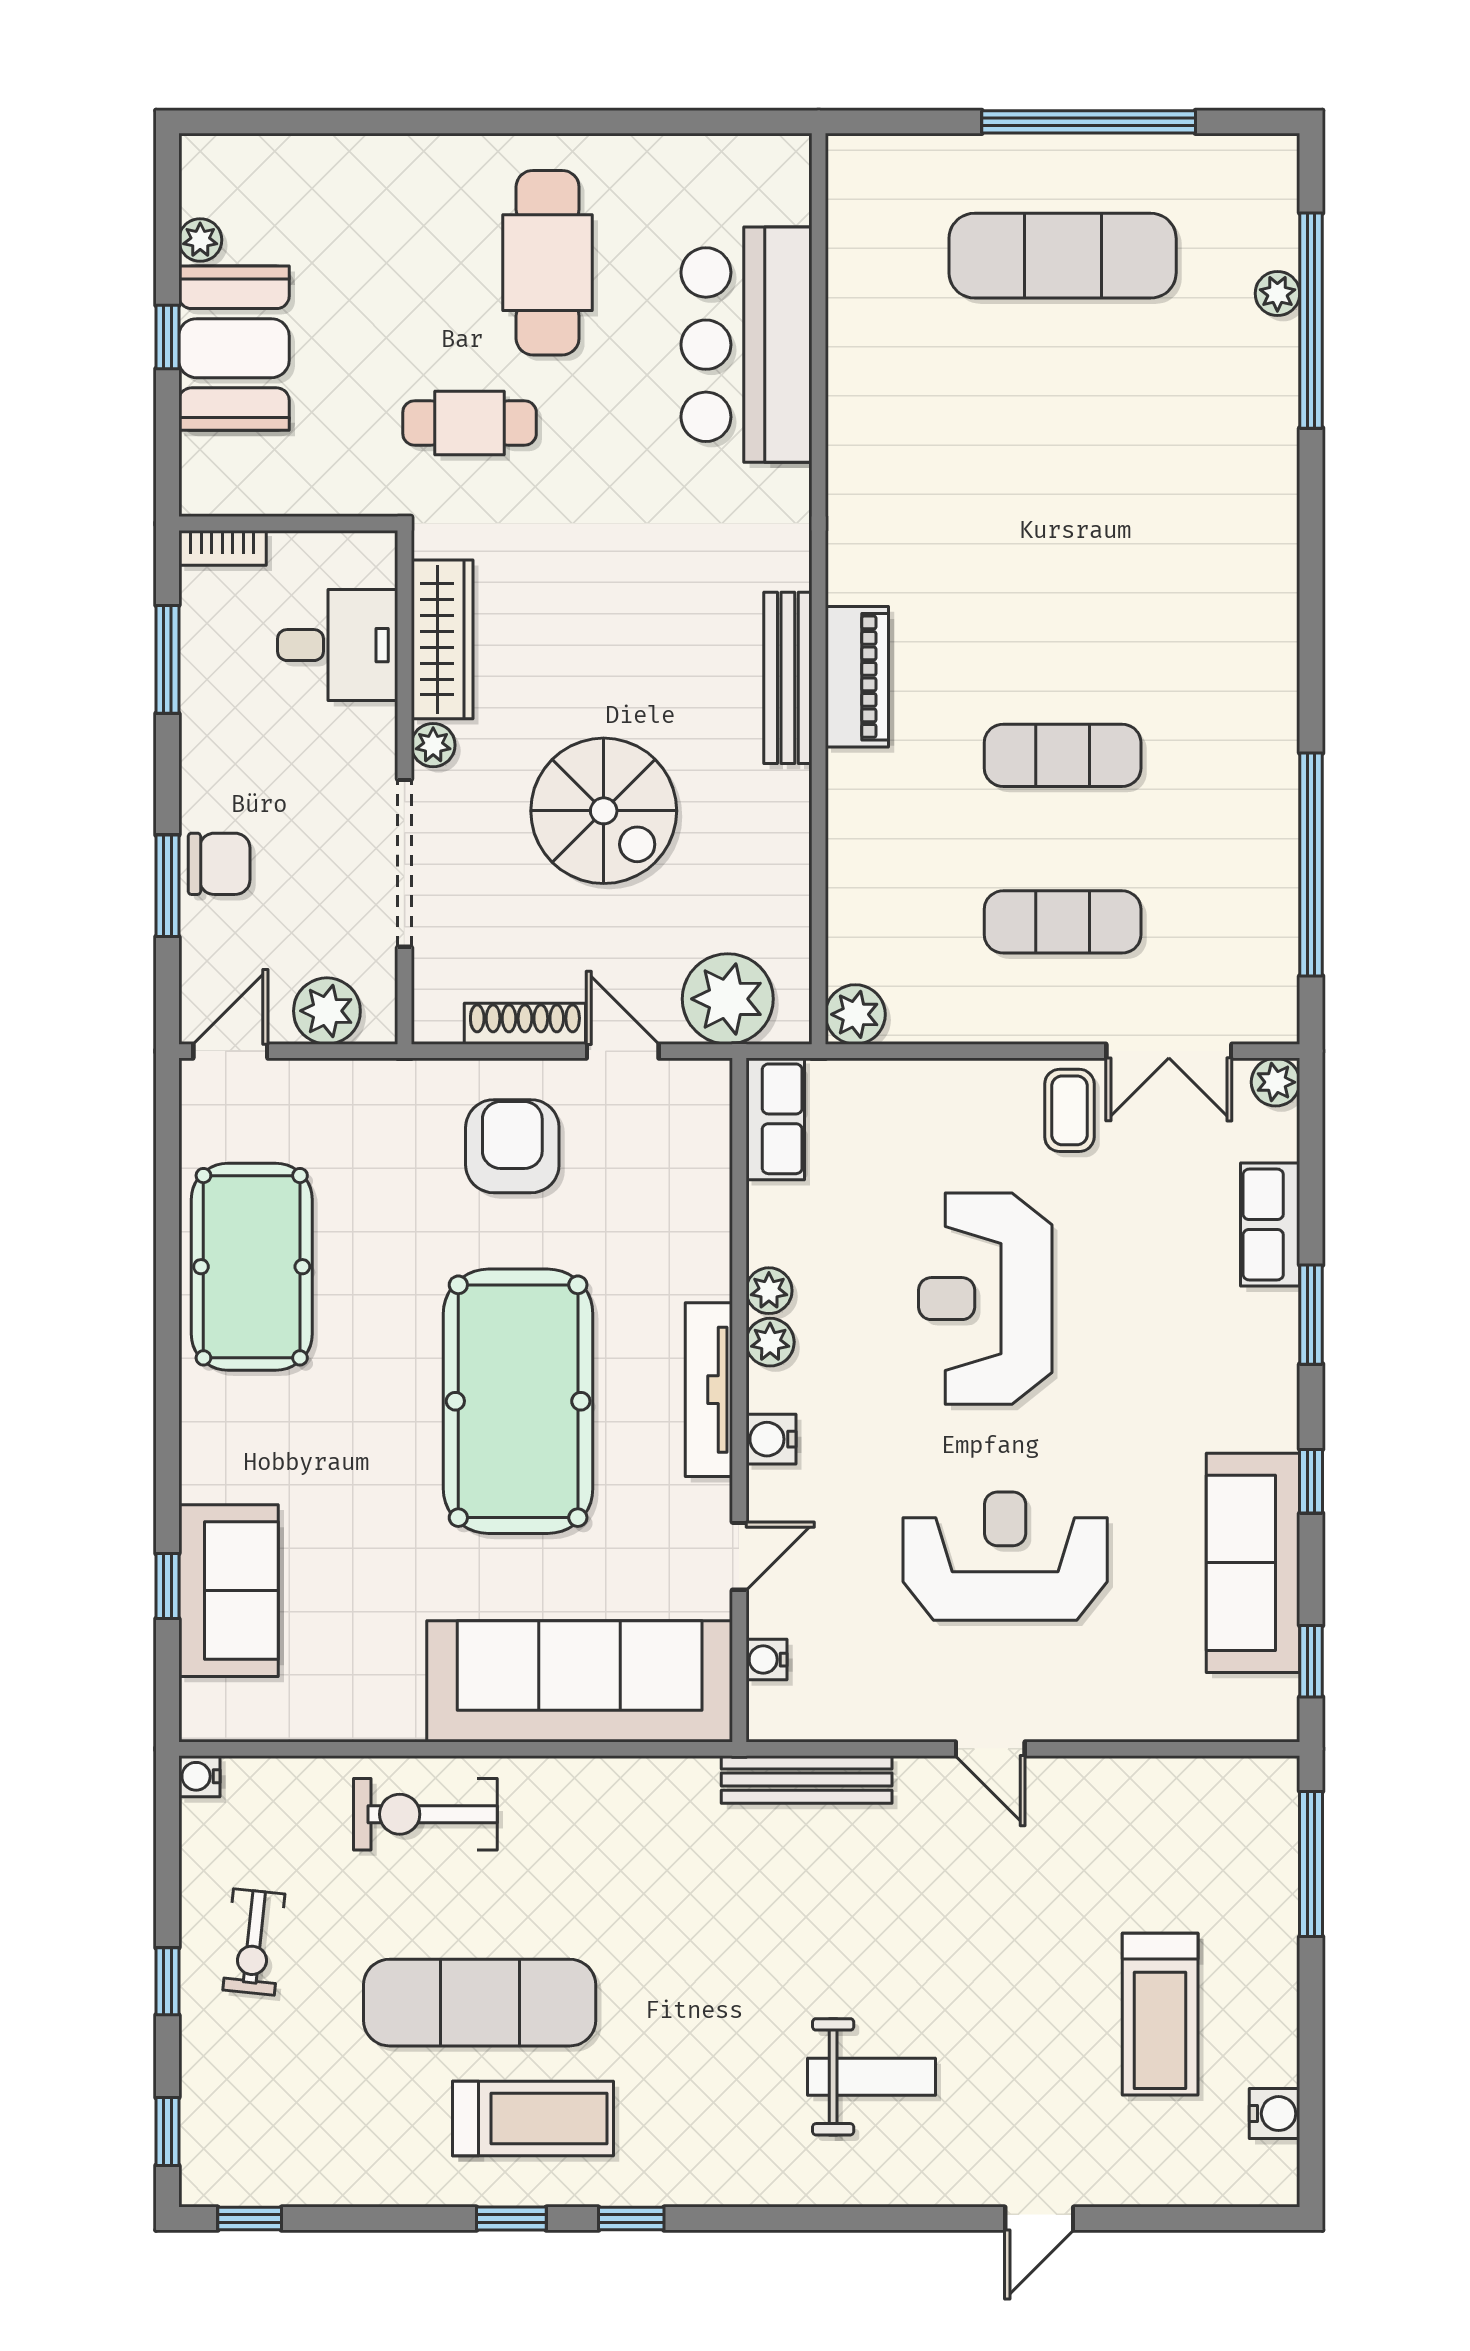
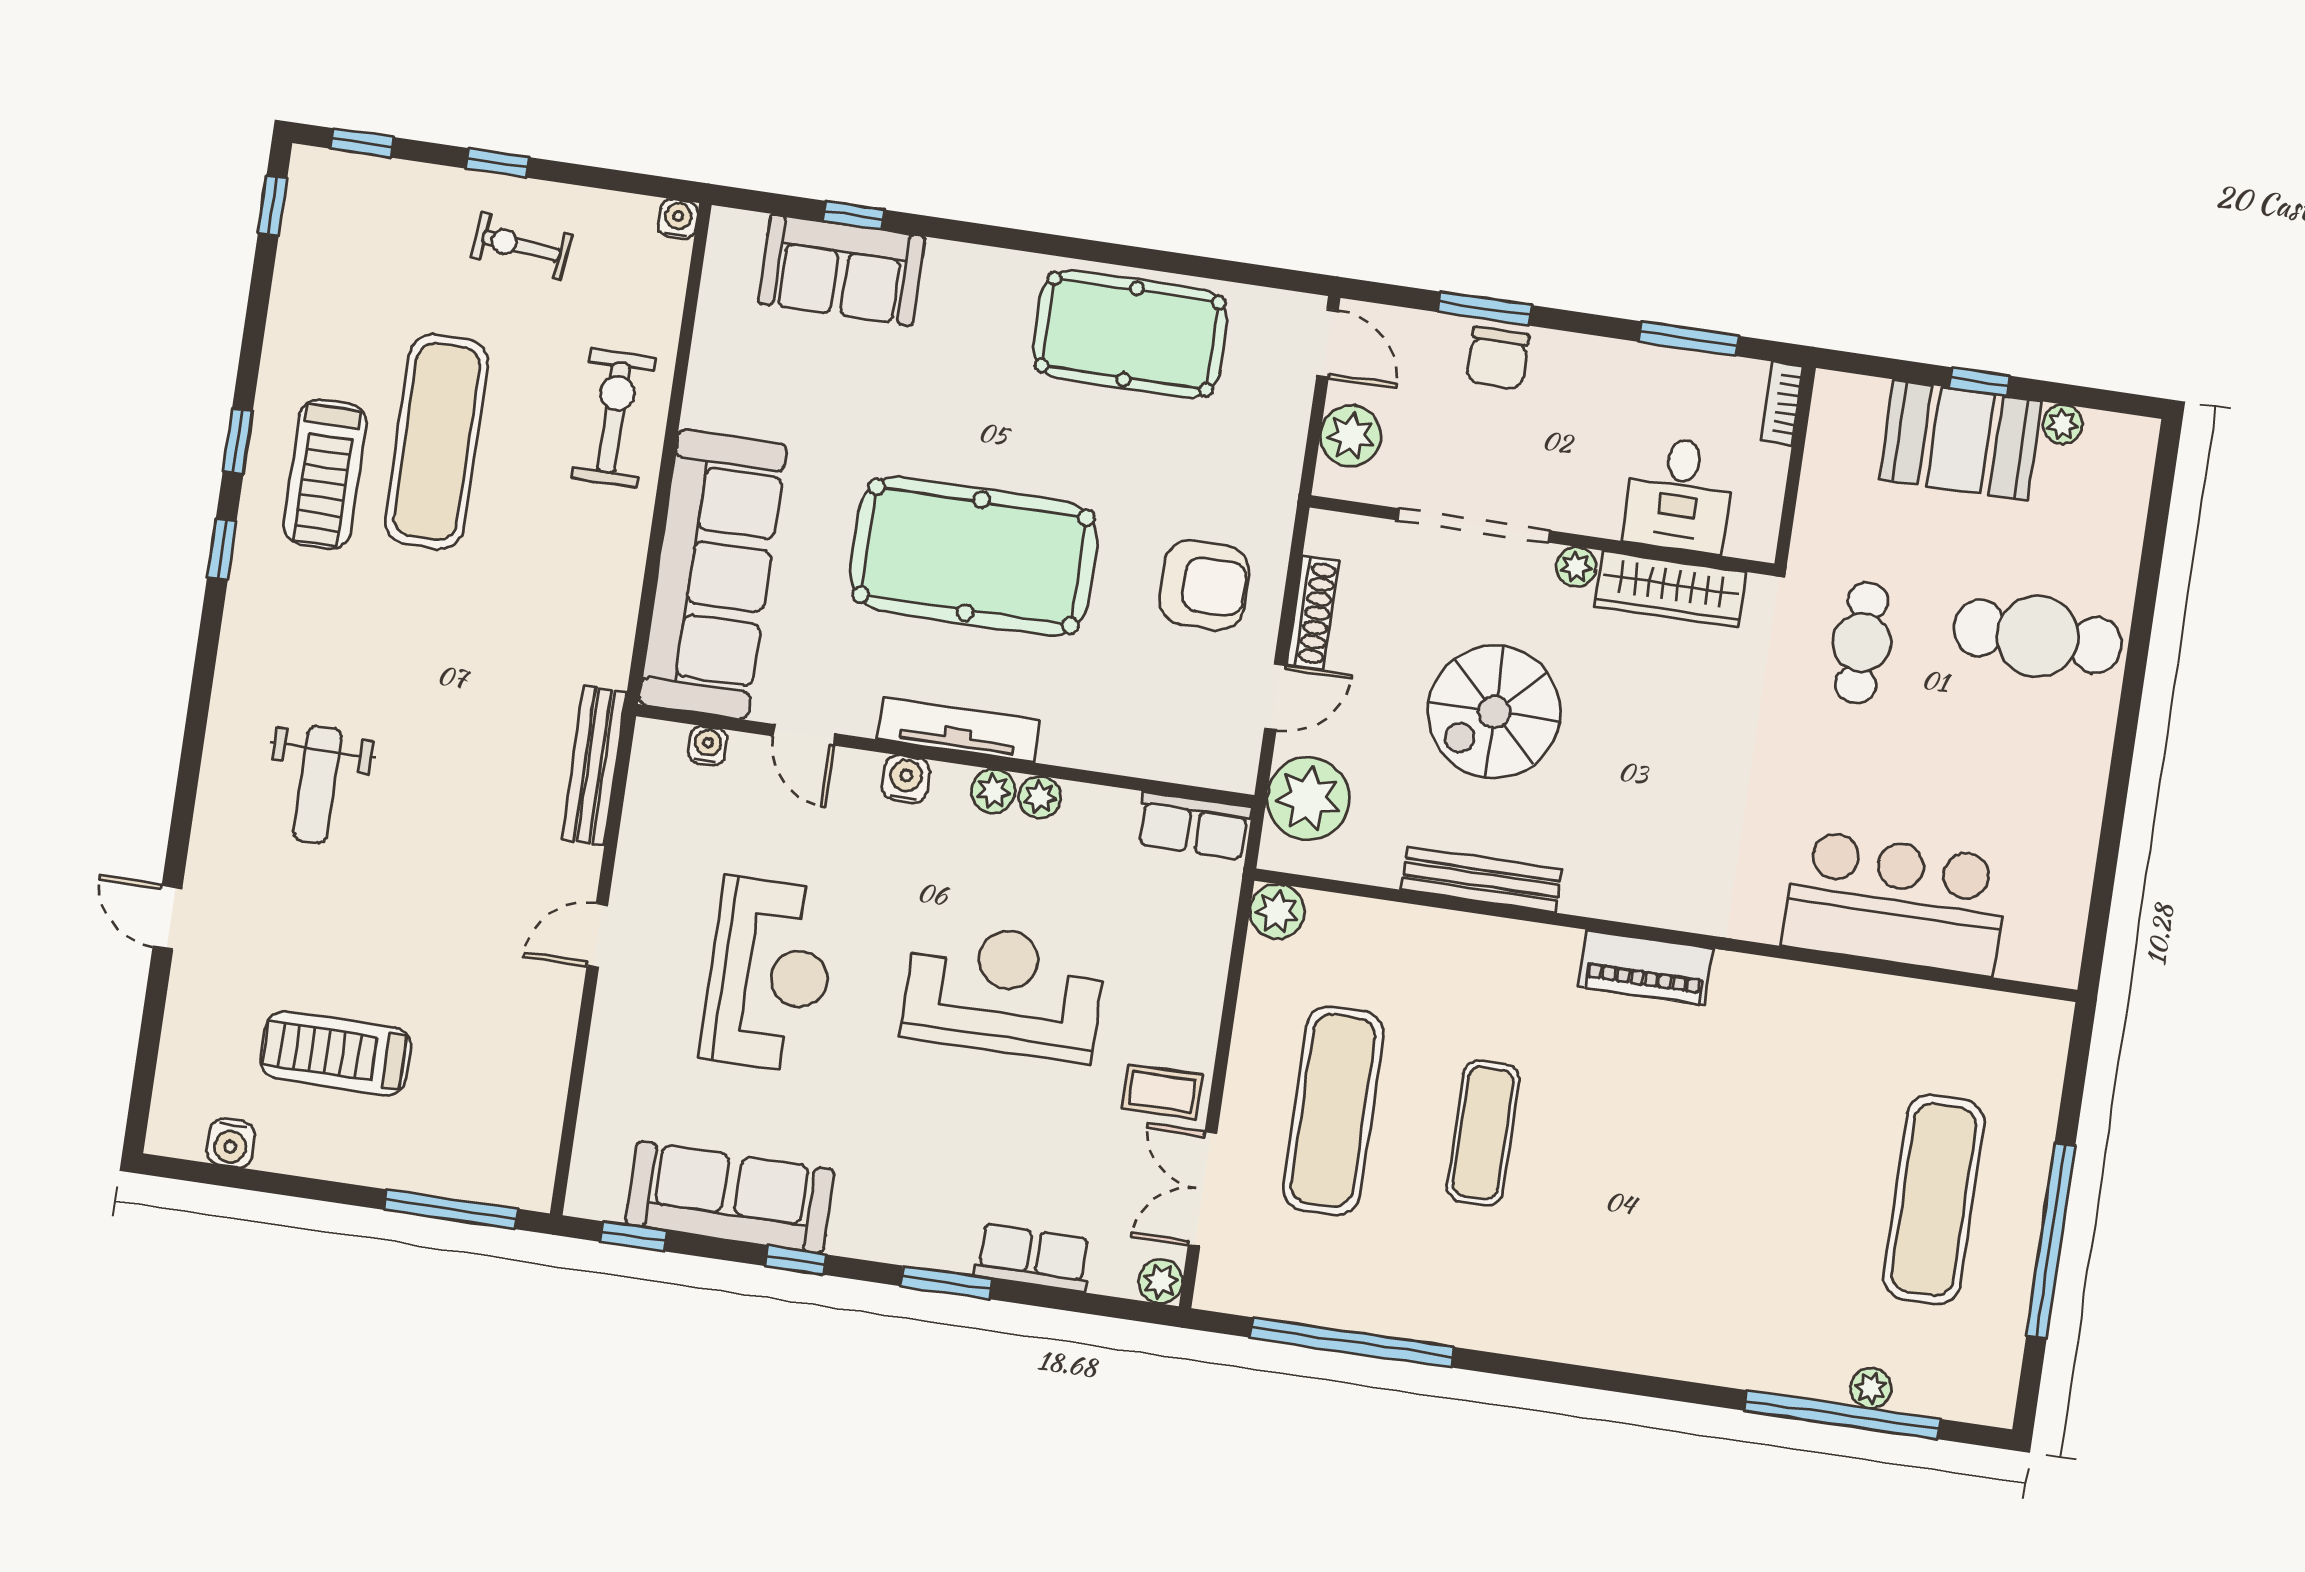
cafe table: (548, 263) -> (2038, 636), moved
piano: (857, 677) -> (1646, 967), moved
bench: (788, 678) -> (1482, 880), moved
exercise mat: (1063, 922) -> (1333, 1111), width x1.36, depth x1.45

